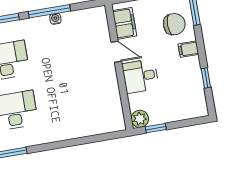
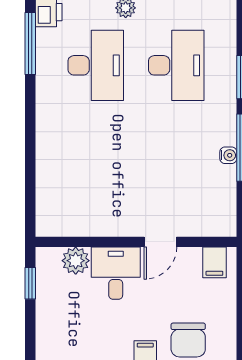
filing cabinet: (125, 23) -> (214, 262), width x0.50
plant: (140, 119) -> (76, 261), moved

